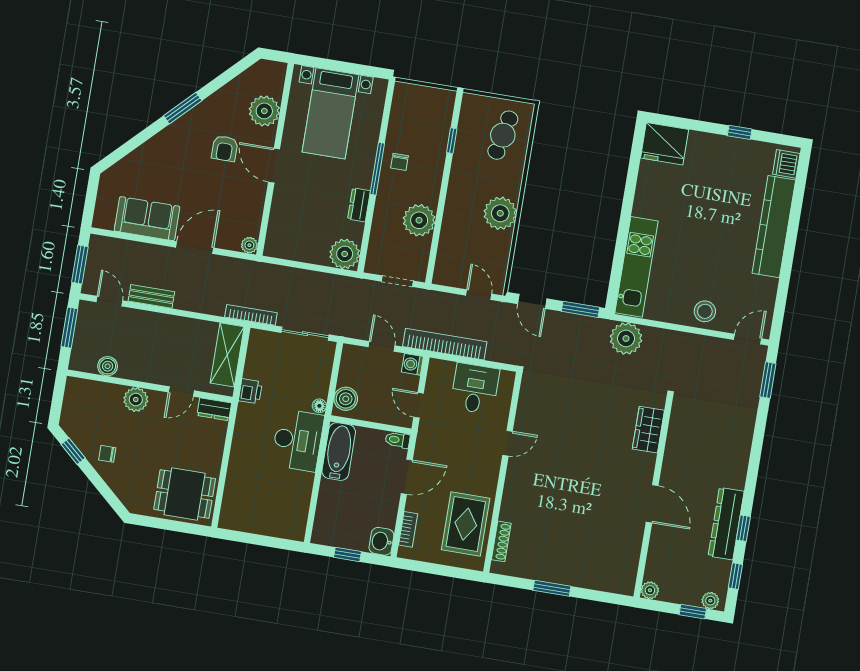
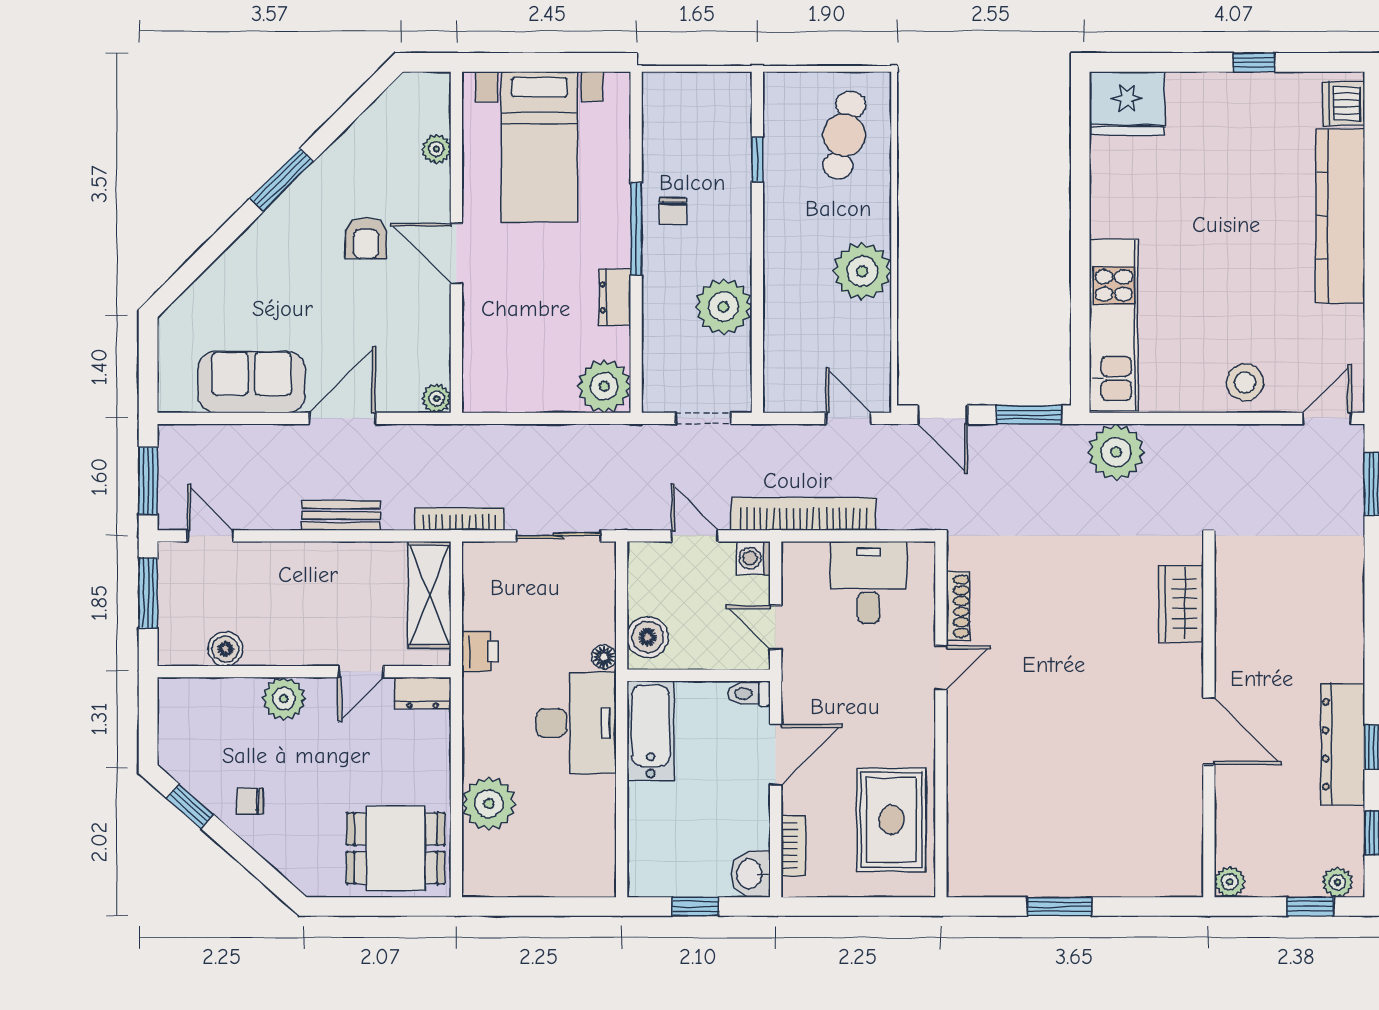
plant: (264, 111) -> (436, 149), width x0.53, depth x0.53
bench: (151, 296) -> (341, 515), moved
plant: (241, 477) -> (489, 804), added
shoe rack: (501, 541) -> (958, 606), moved

